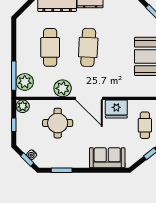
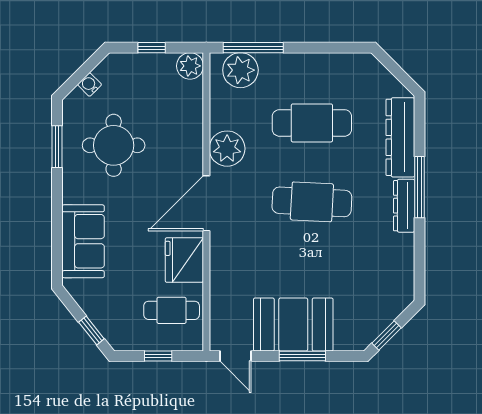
round table: (58, 123) -> (114, 145), moved
cafe table: (145, 125) -> (172, 310), moved
window: (27, 160) -> (80, 75), removed

